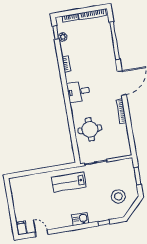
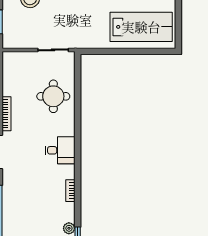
lab bench: (69, 182) -> (141, 27), moved, width x1.36, depth x1.39

